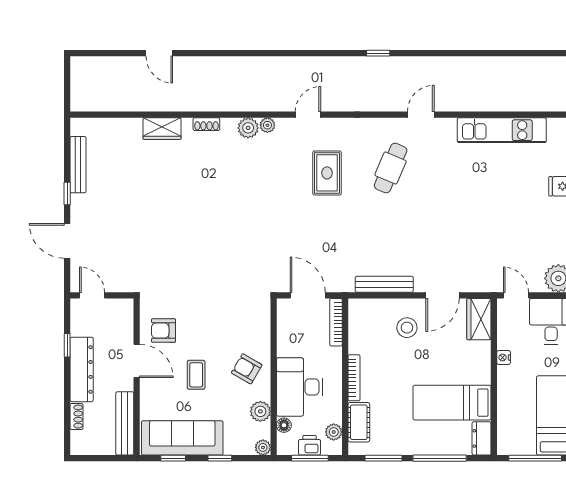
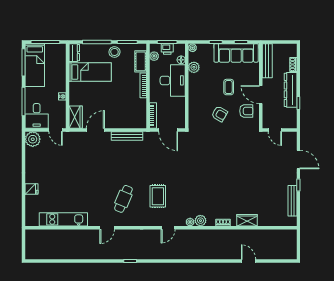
door: (92, 295) -> (275, 130), moved
stool: (407, 328) -> (114, 52), moved
armchair: (247, 369) -> (219, 114), moved

